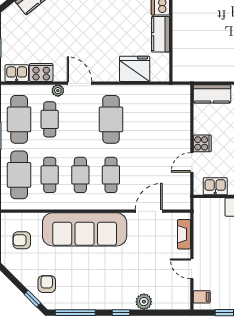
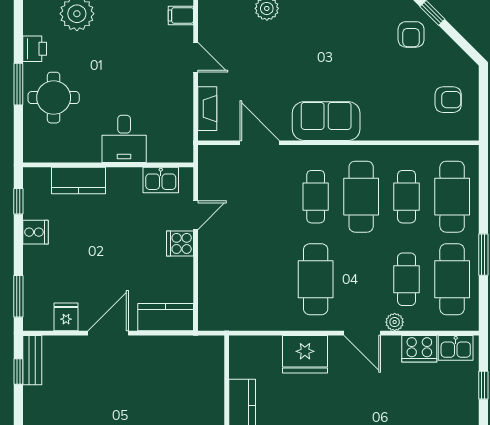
fridge: (135, 69) -> (305, 354), moved
cafe table: (80, 175) -> (361, 197), width x1.37, depth x1.35
door: (149, 211) -> (260, 143), swing flipped
sofa: (85, 229) -> (326, 121), width x0.54, depth x0.79

